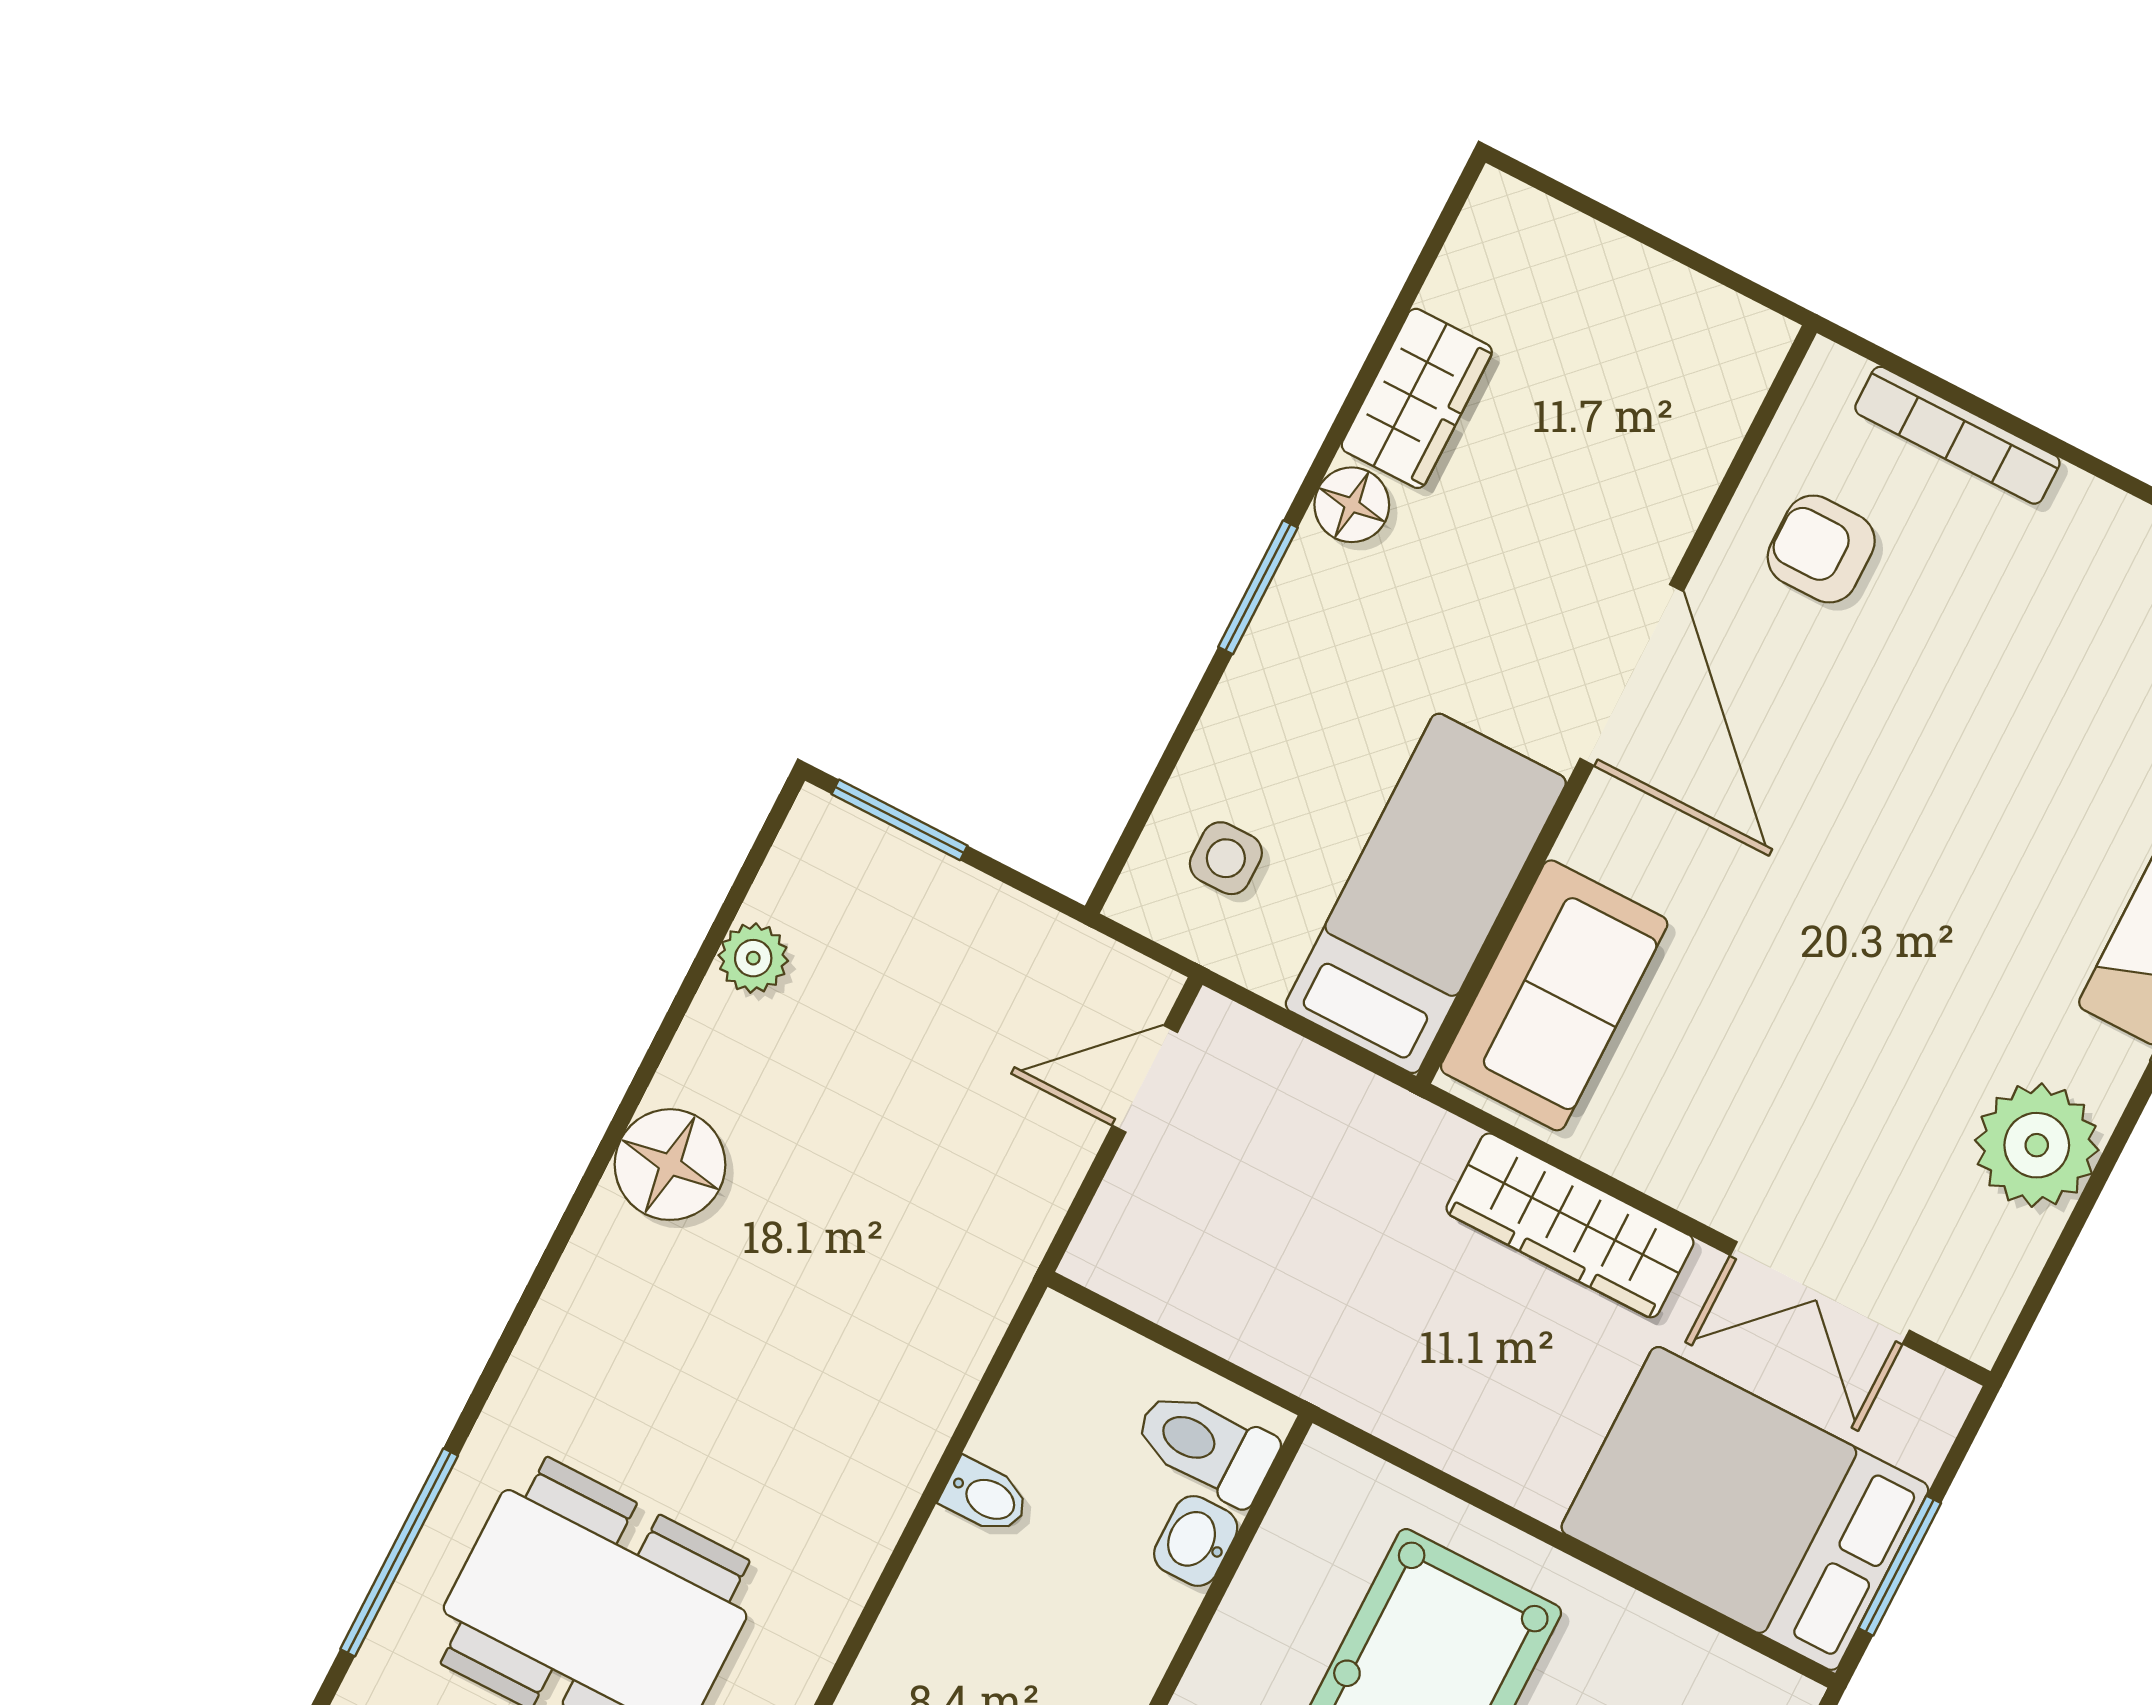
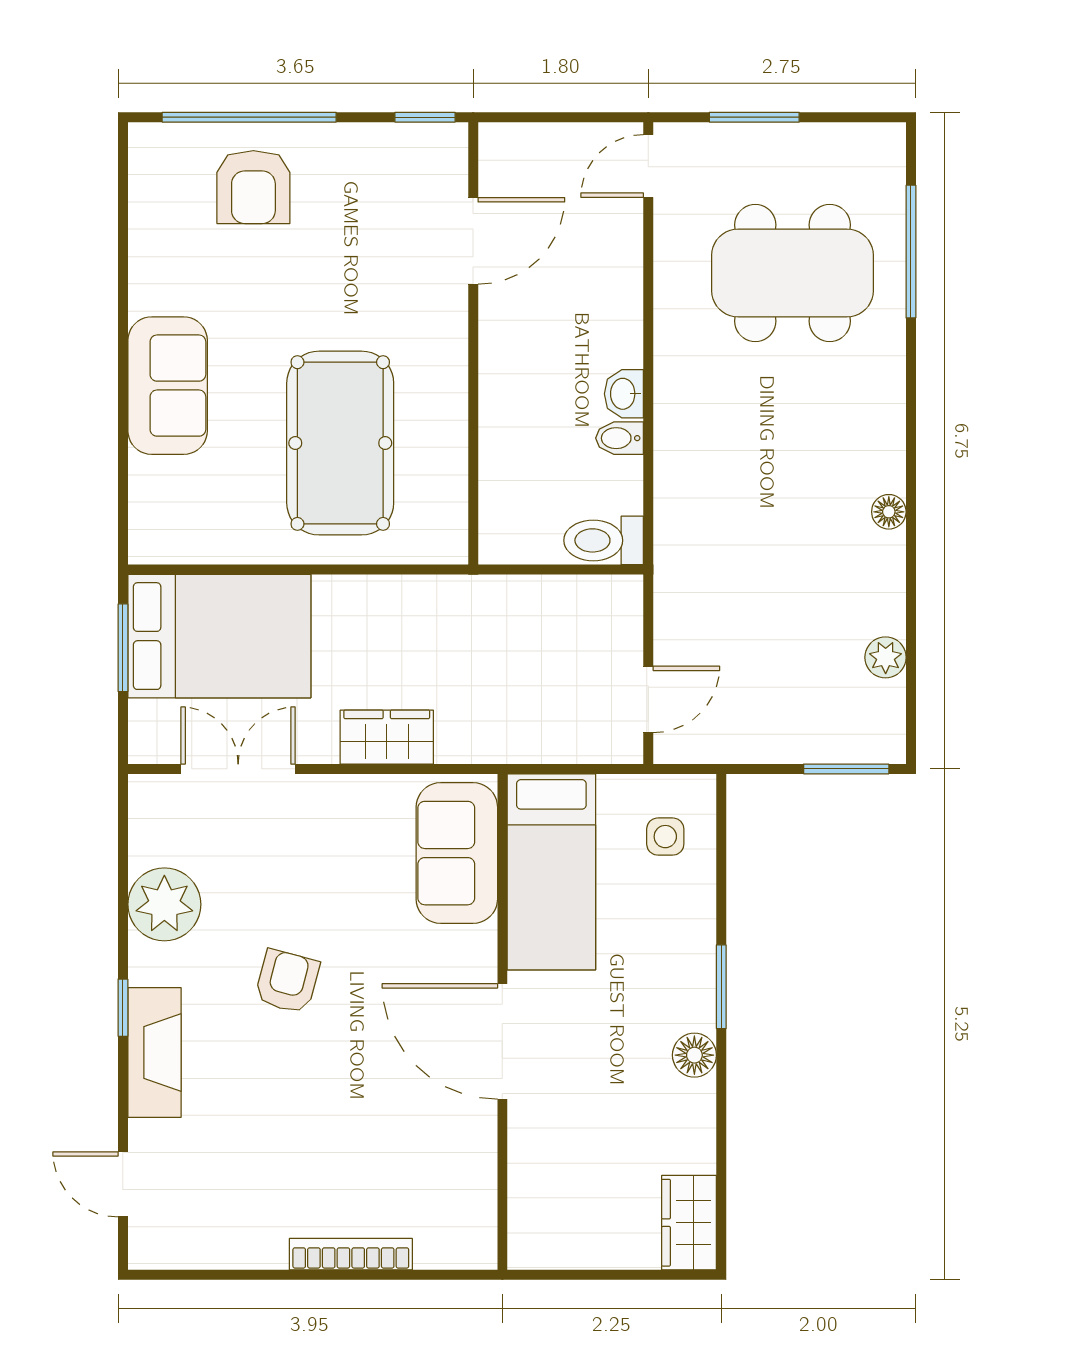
wardrobe: (1417, 398) -> (689, 1223), moved
bookcase: (1957, 435) -> (351, 1254), moved
armchair: (1821, 549) -> (287, 981), moved, turned -75
floor lamp: (670, 1165) -> (889, 512), width x0.53, depth x0.53
wardrobe: (1570, 1225) -> (387, 737), width x0.67
toilet: (1206, 1446) -> (604, 540), moved, turned 180
washbasin: (1196, 1541) -> (624, 394), moved, turned 180

